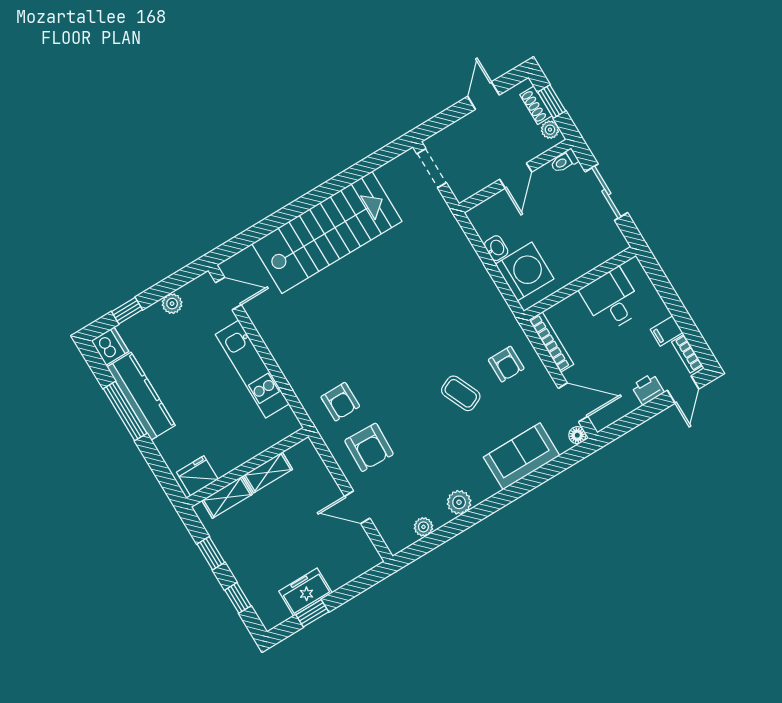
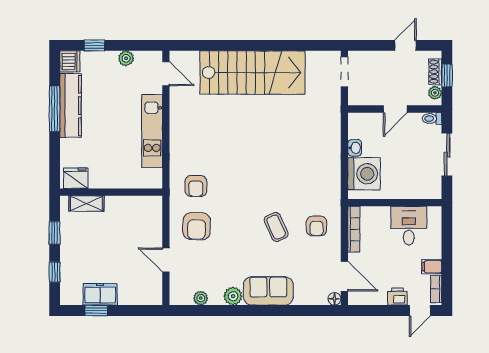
sofa: (522, 456) -> (268, 291), moved
shelving: (268, 472) -> (122, 203), removed

